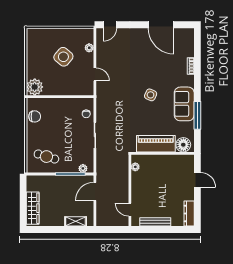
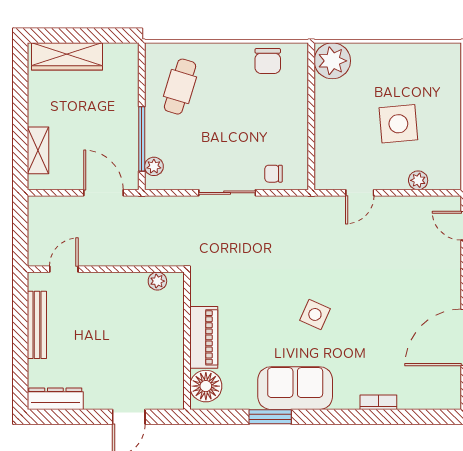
side table: (63, 57) -> (398, 124), turned 45
window: (197, 115) -> (270, 417), width x0.69
piano: (156, 144) -> (204, 337), width x0.73, depth x0.75

